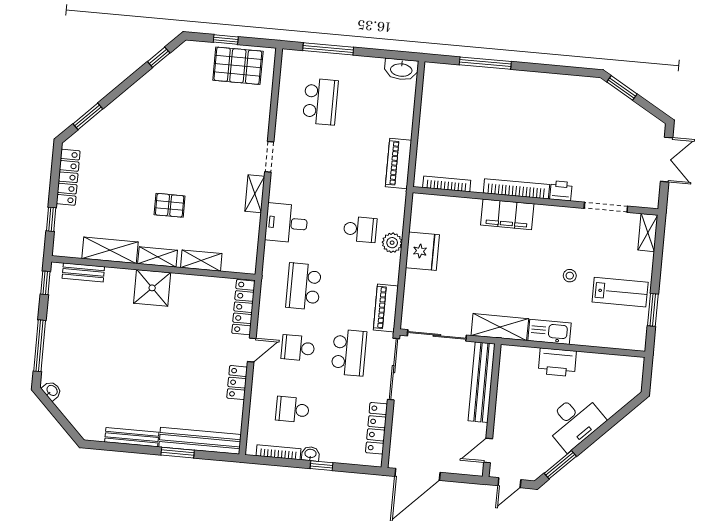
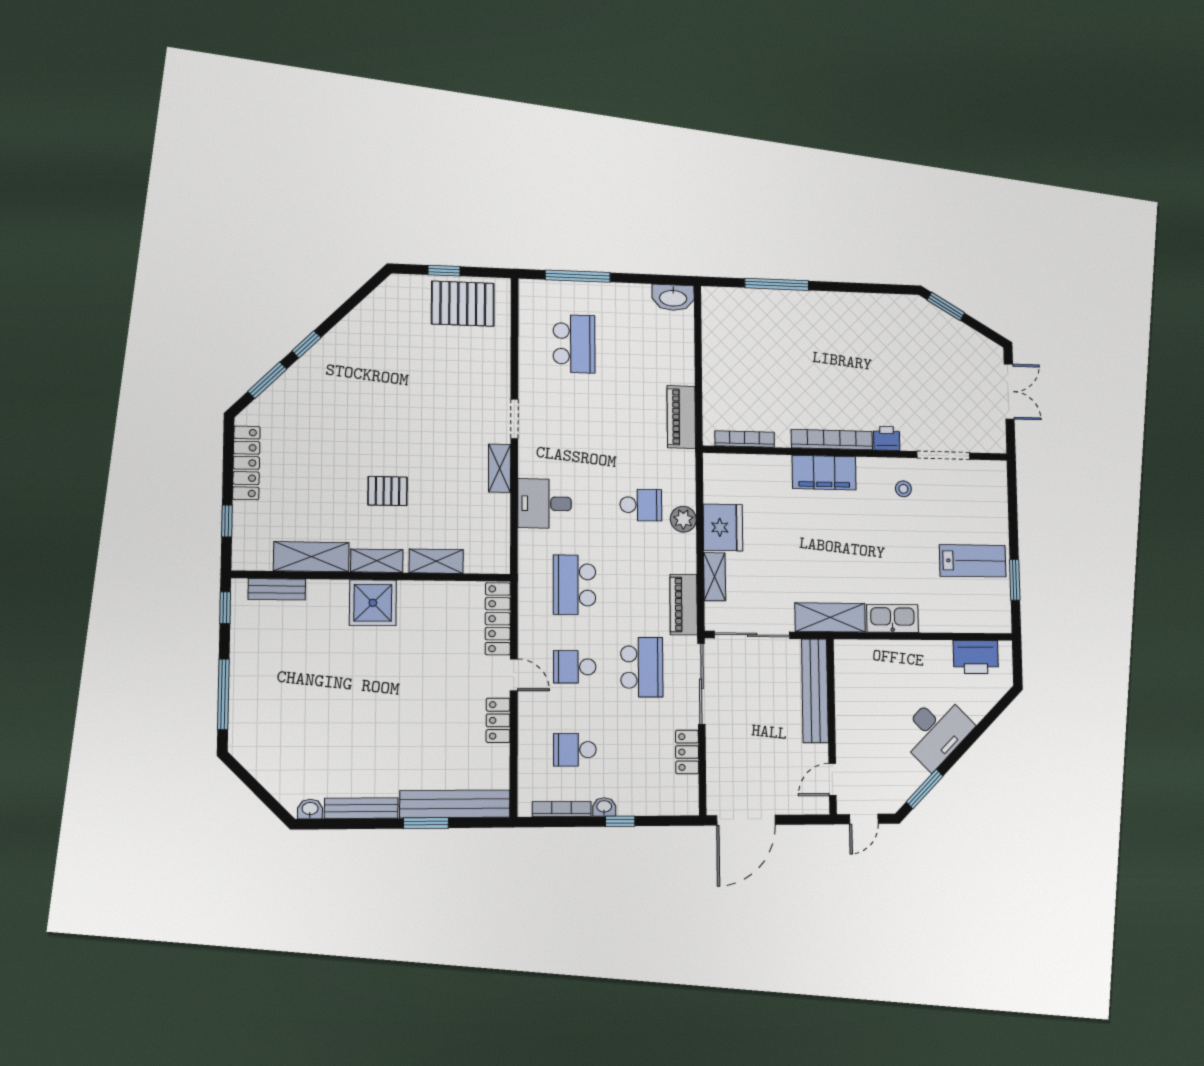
window: (159, 57) -> (306, 344), moved
shelving: (648, 233) -> (715, 577), moved
stool: (570, 276) -> (903, 489), moved
door: (252, 350) -> (514, 675), hinge flipped
printer: (557, 362) -> (976, 657), moved
washbasin: (52, 391) -> (310, 809), moved, turned -45
locker: (377, 428) -> (687, 752), width x0.66

